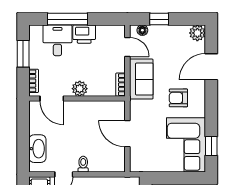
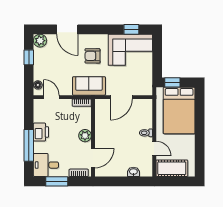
window: (159, 19) -> (29, 57), moved
desk: (57, 40) -> (46, 165), moved
door: (127, 47) -> (51, 97), hinge flipped
sofa: (141, 79) -> (89, 86), moved
armchair: (178, 98) -> (92, 56), turned 90
washbasin: (37, 149) -> (133, 172), width x0.52, depth x0.69

